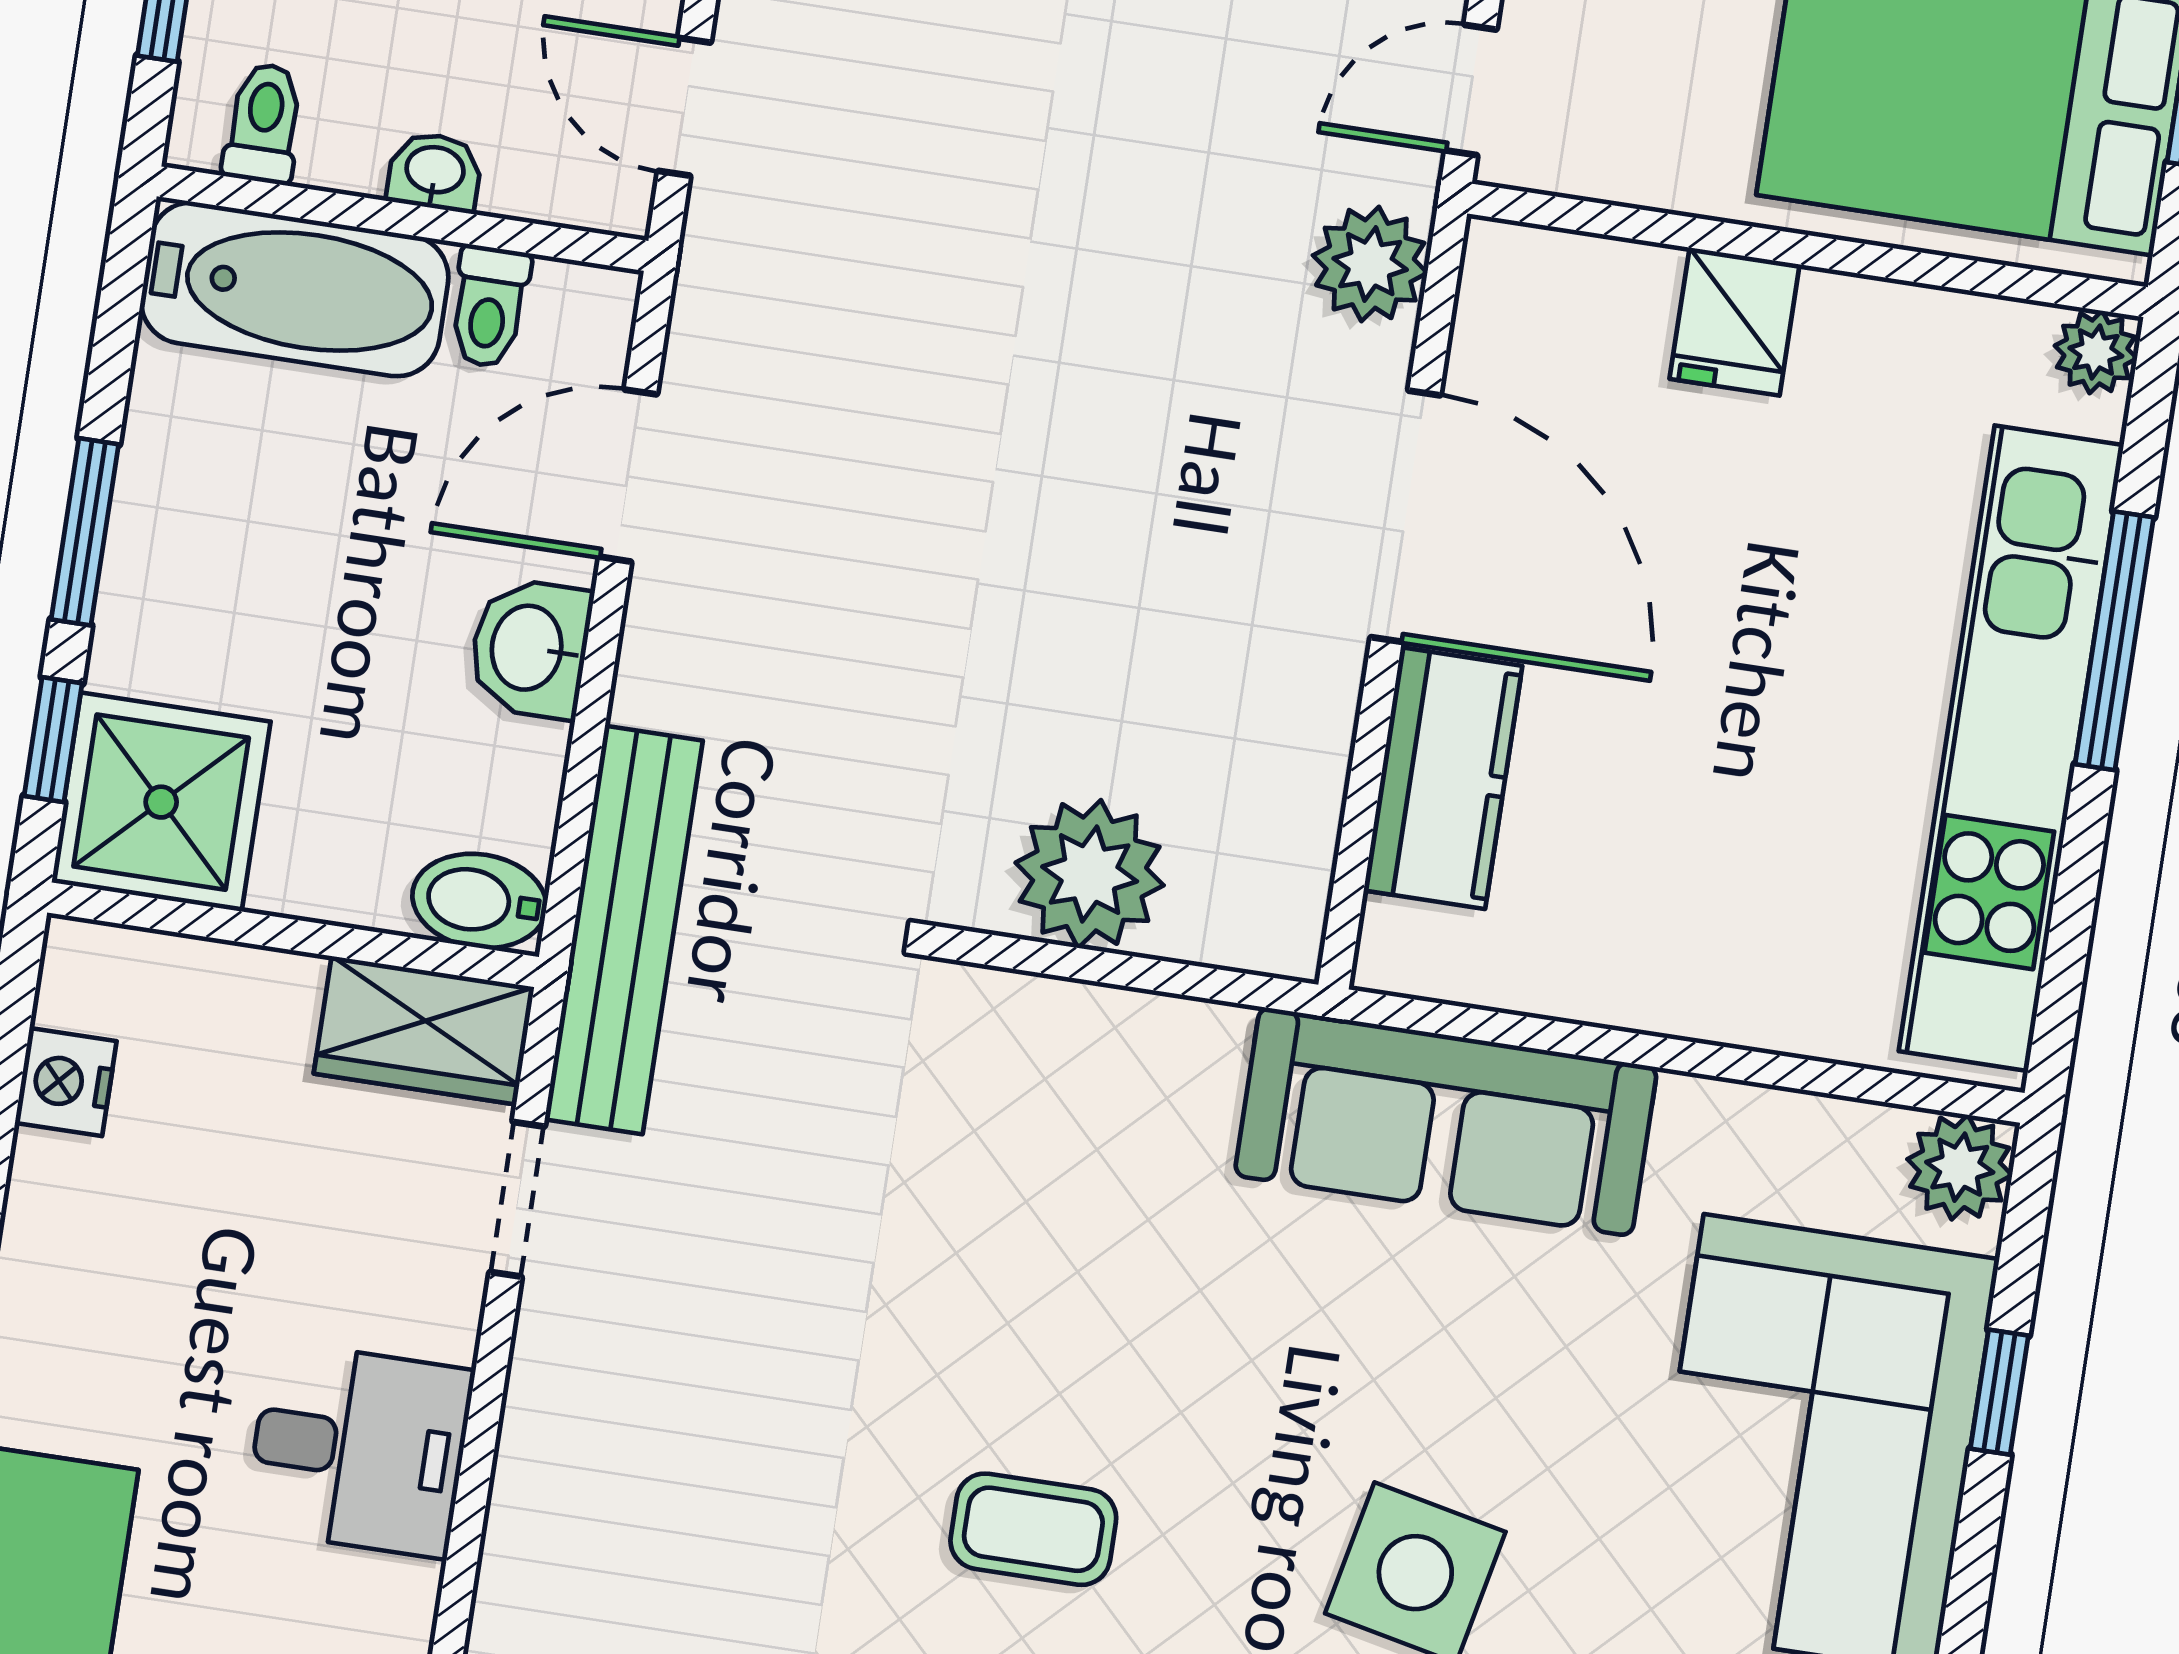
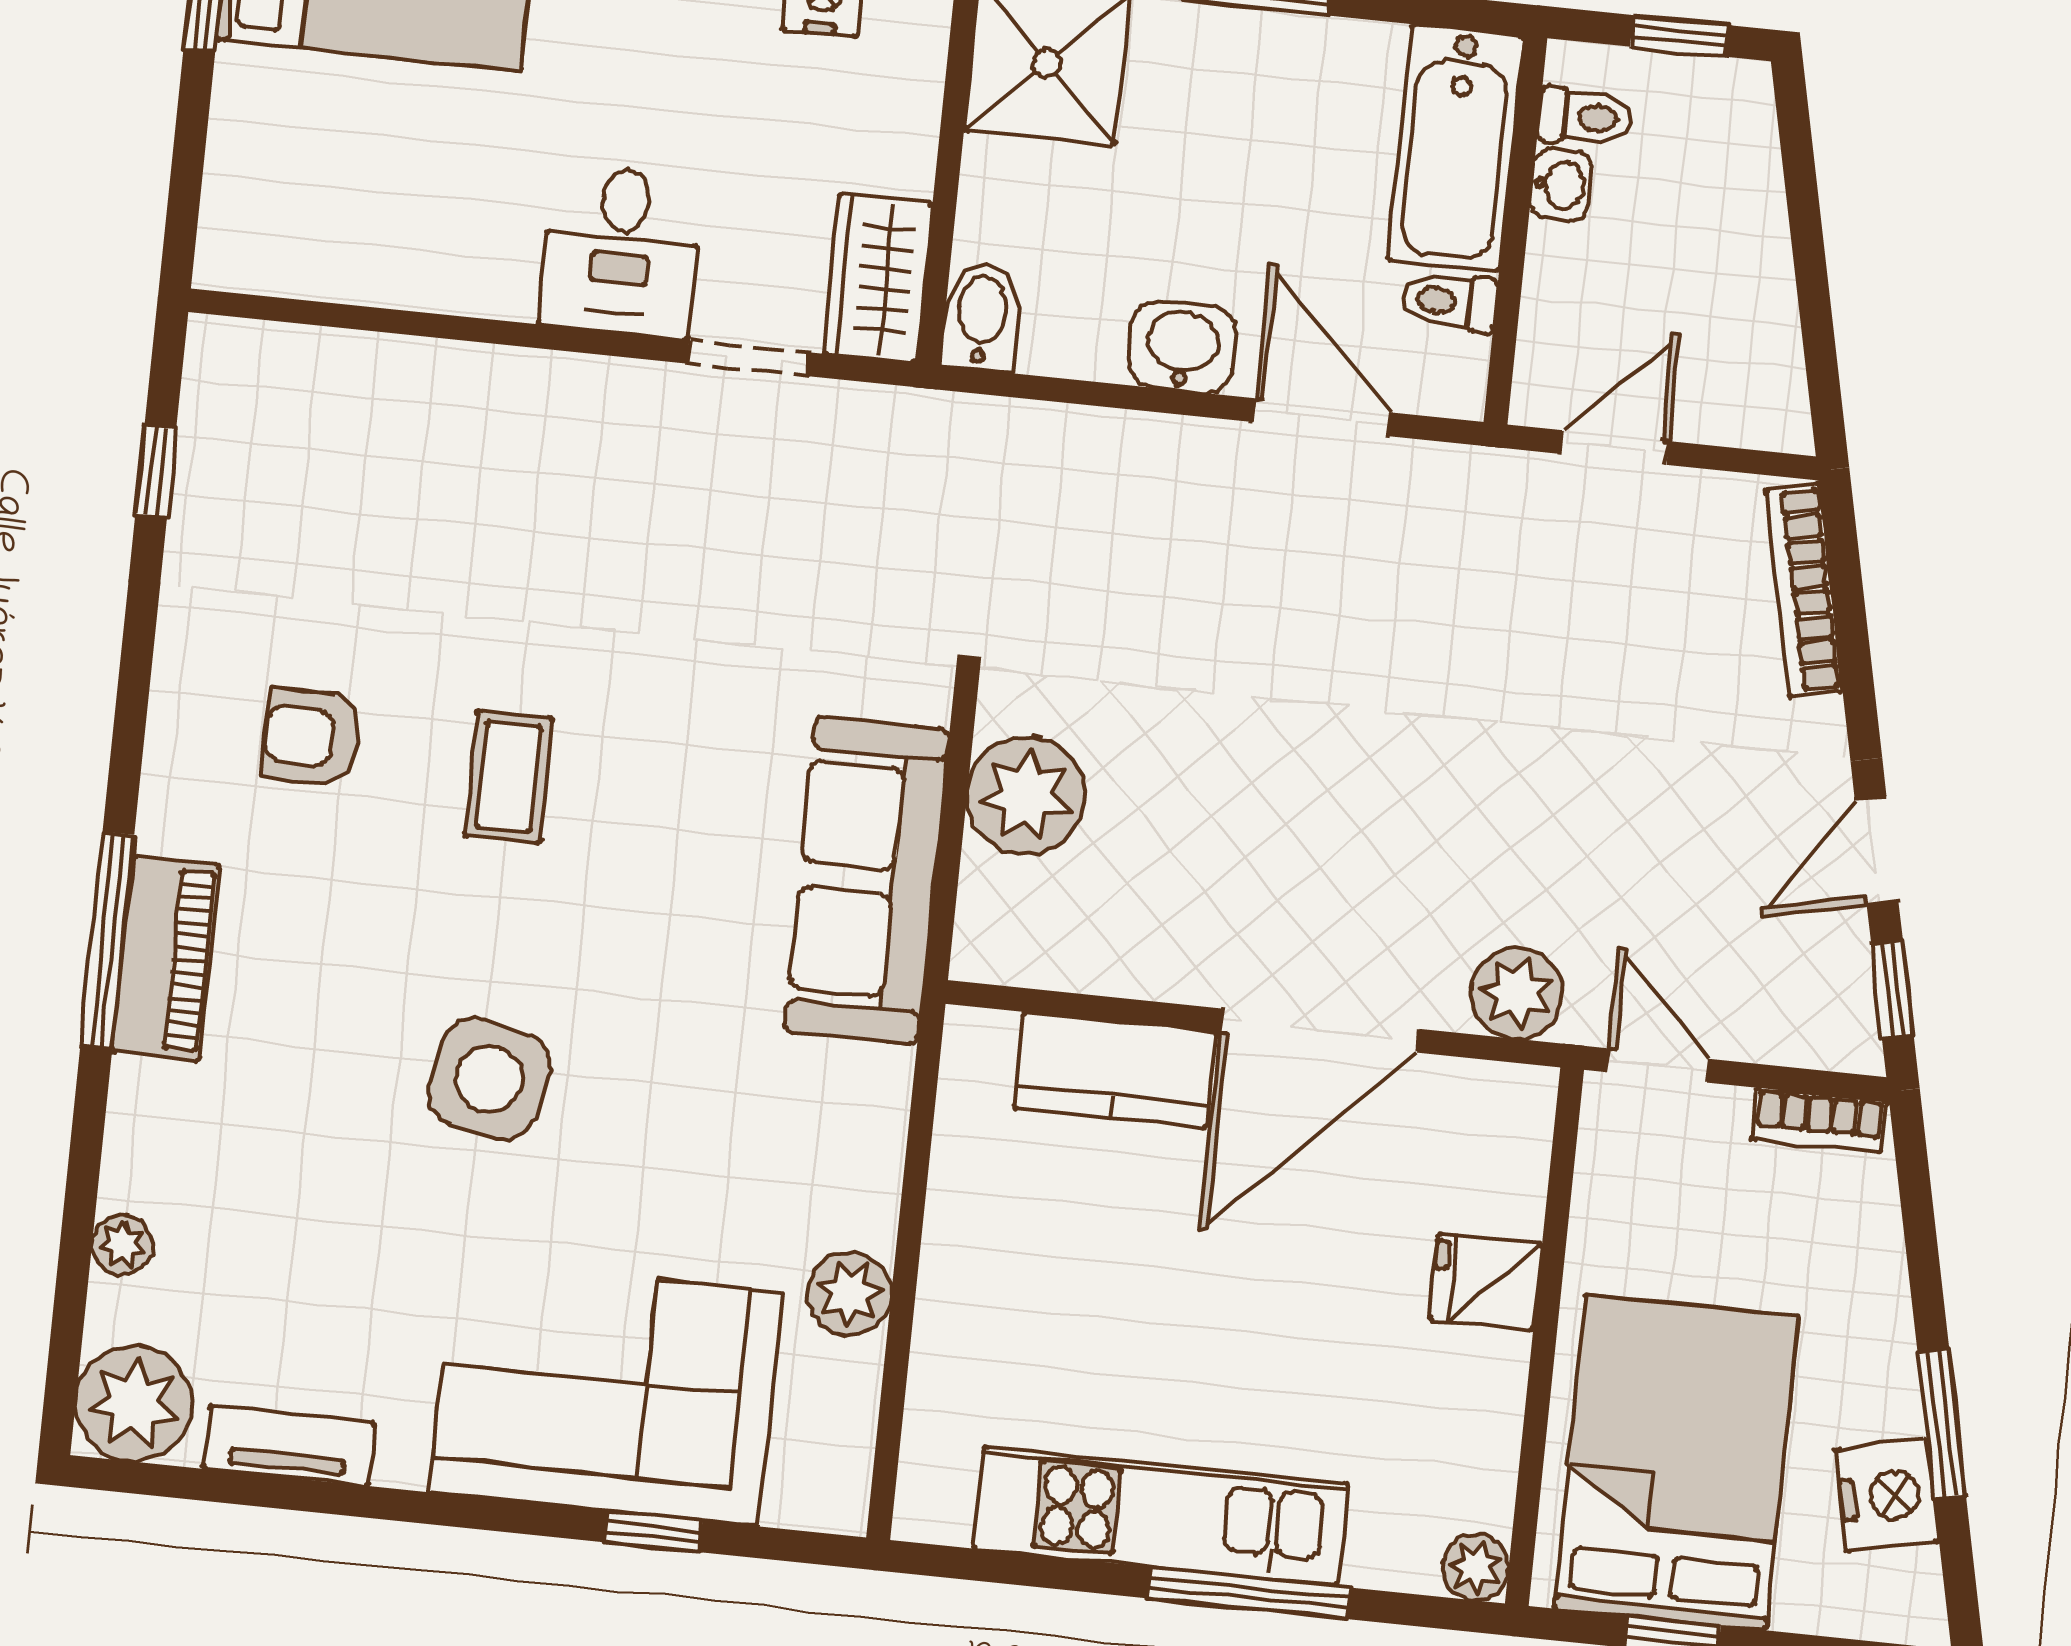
washbasin: (435, 172) -> (1561, 185), moved
kitchen unit: (2011, 748) -> (1161, 1516), width x0.73
bench: (624, 930) -> (964, 431), removed
sofa: (1446, 1121) -> (867, 880), moved
plant: (1960, 1167) -> (850, 1294), moved
desk: (359, 1450) -> (621, 251), moved

